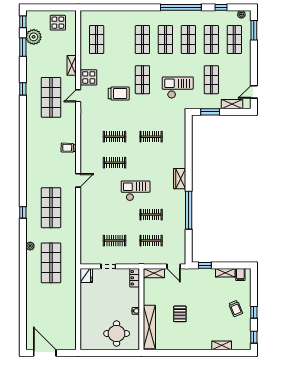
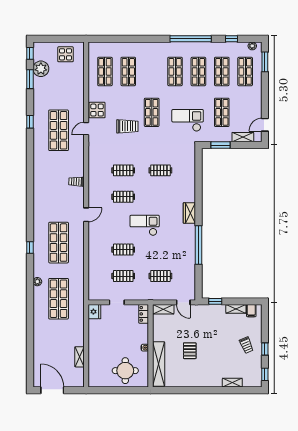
shop shelf: (142, 40) -> (128, 71), moved
shelving: (72, 65) -> (79, 357), moved
clothes rail: (151, 215) -> (123, 250), moved

